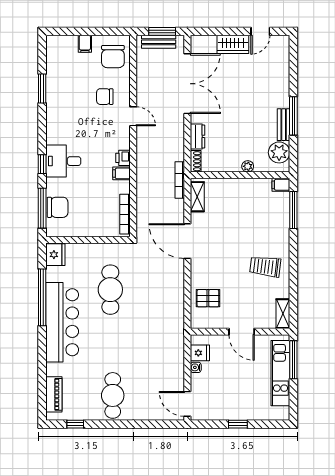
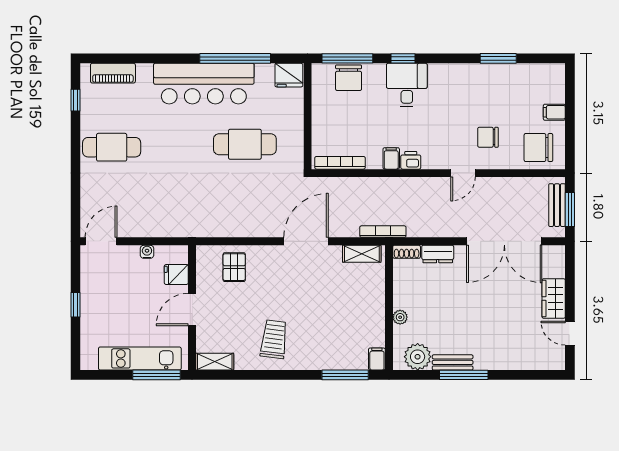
chair: (105, 97) -> (488, 137), turned -90
fridge: (200, 353) -> (176, 275), moved, turned 90

